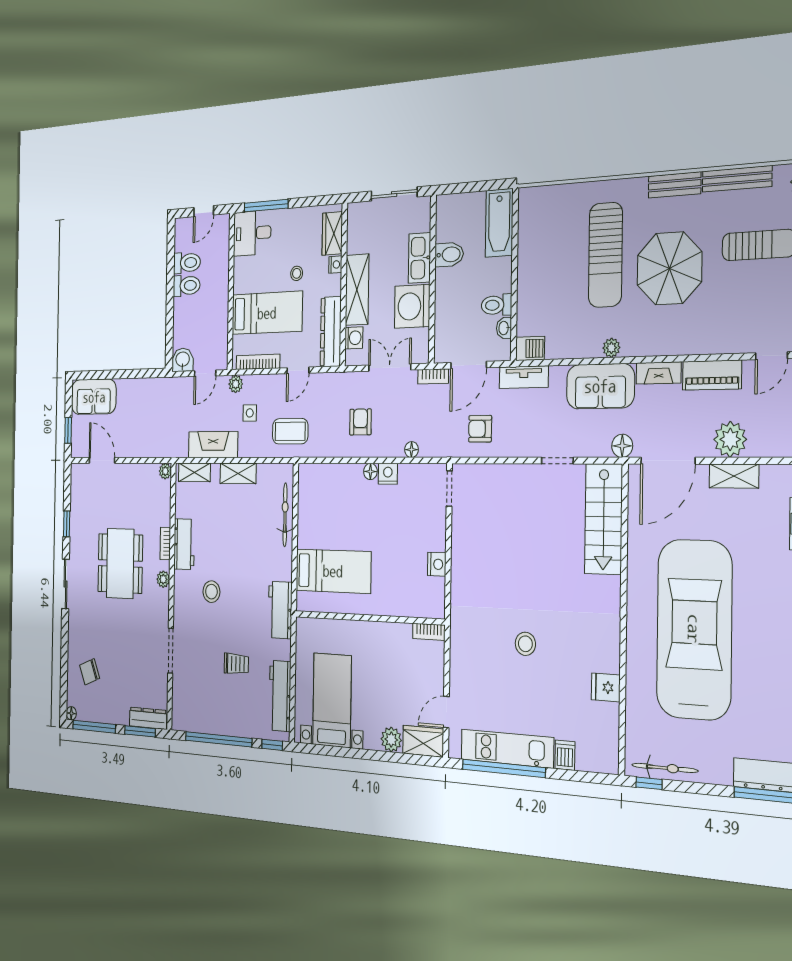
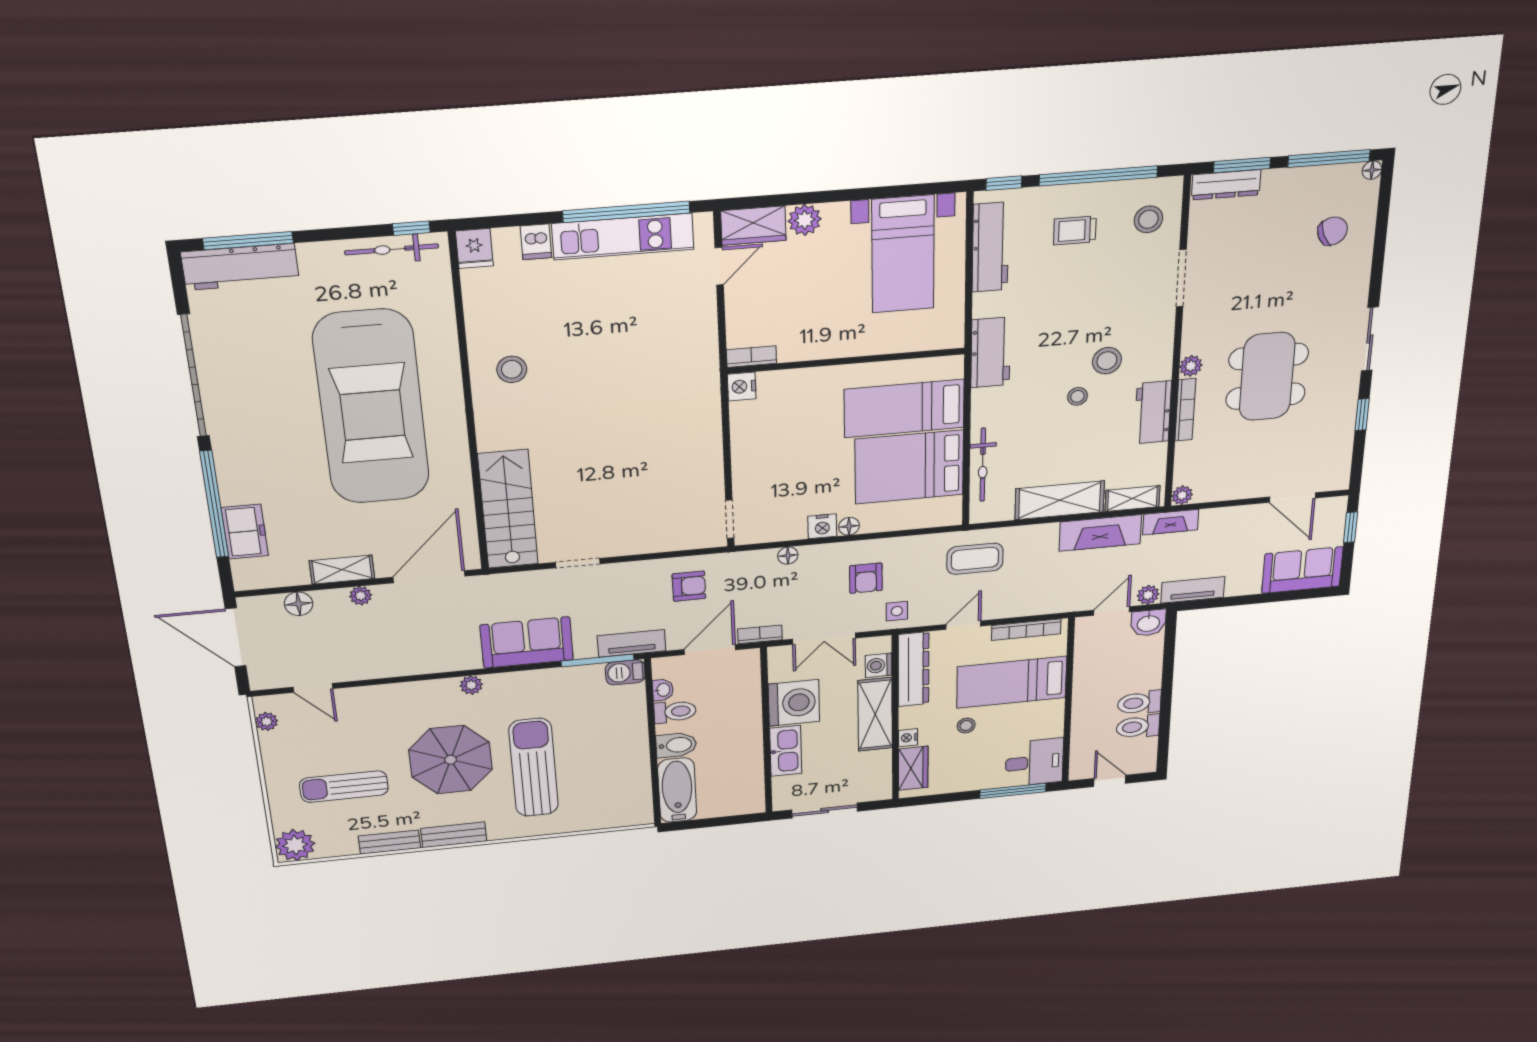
bench: (737, 179) -> (390, 842), width x0.73
door: (204, 211) -> (1110, 781), hinge flipped
bidet: (449, 255) -> (676, 745), moved, turned 180
plant: (611, 348) -> (471, 685), moved
door: (771, 356) -> (313, 688), swing flipped
window: (549, 363) -> (598, 660), added
fireplace: (659, 373) -> (1171, 522), moved, turned 180
piano: (712, 375) -> (384, 664), removed
plant: (236, 384) -> (1148, 595), moved
tv unit: (157, 387) -> (1193, 590), added
side table: (250, 413) -> (897, 611), moved
plant: (730, 439) -> (361, 596), width x0.53, depth x0.53
floor lamp: (622, 446) -> (299, 604), moved
shelving: (238, 473) -> (1060, 500), width x1.50, depth x1.33
bed: (331, 520) -> (909, 467), added
bookcase: (165, 543) -> (1185, 410), width x1.56
nightstand: (437, 564) -> (742, 387), moved
stool: (228, 565) -> (1077, 396), added
stool: (525, 644) -> (512, 369), moved
trolley: (236, 664) -> (1075, 230), moved
fridge: (606, 687) -> (474, 248), moved, turned 90
stool: (190, 700) -> (1148, 219), added

